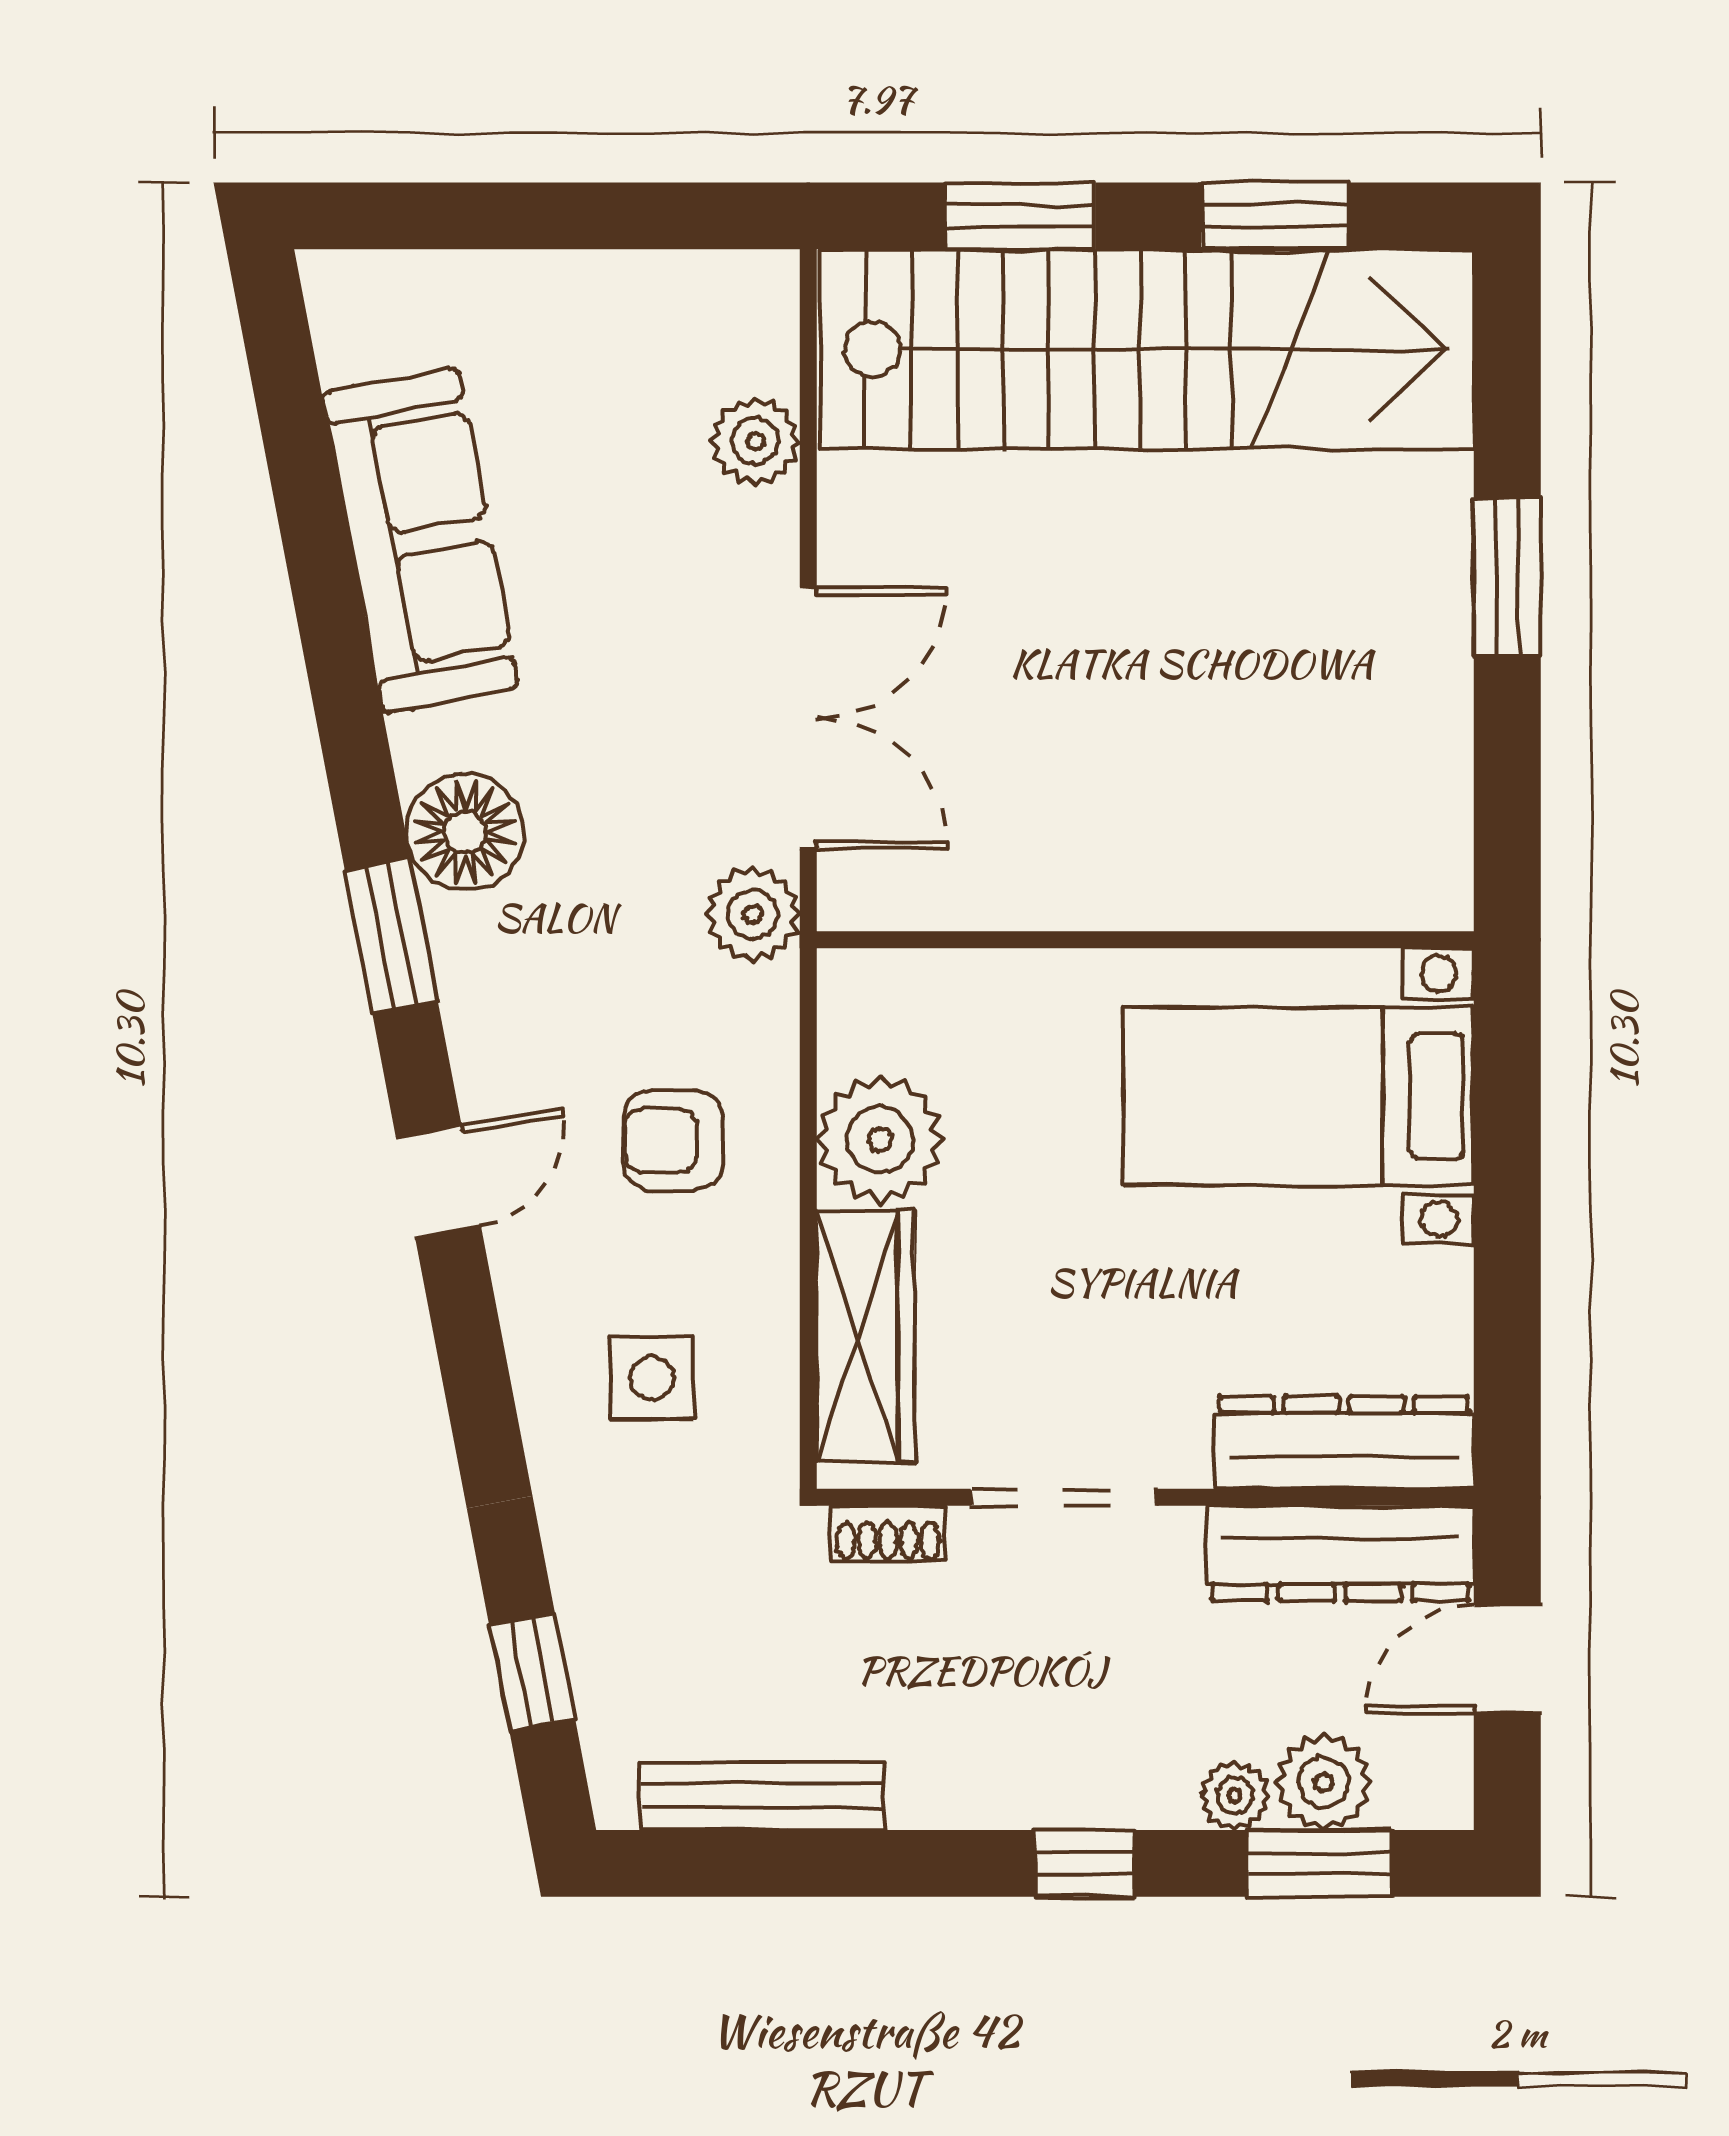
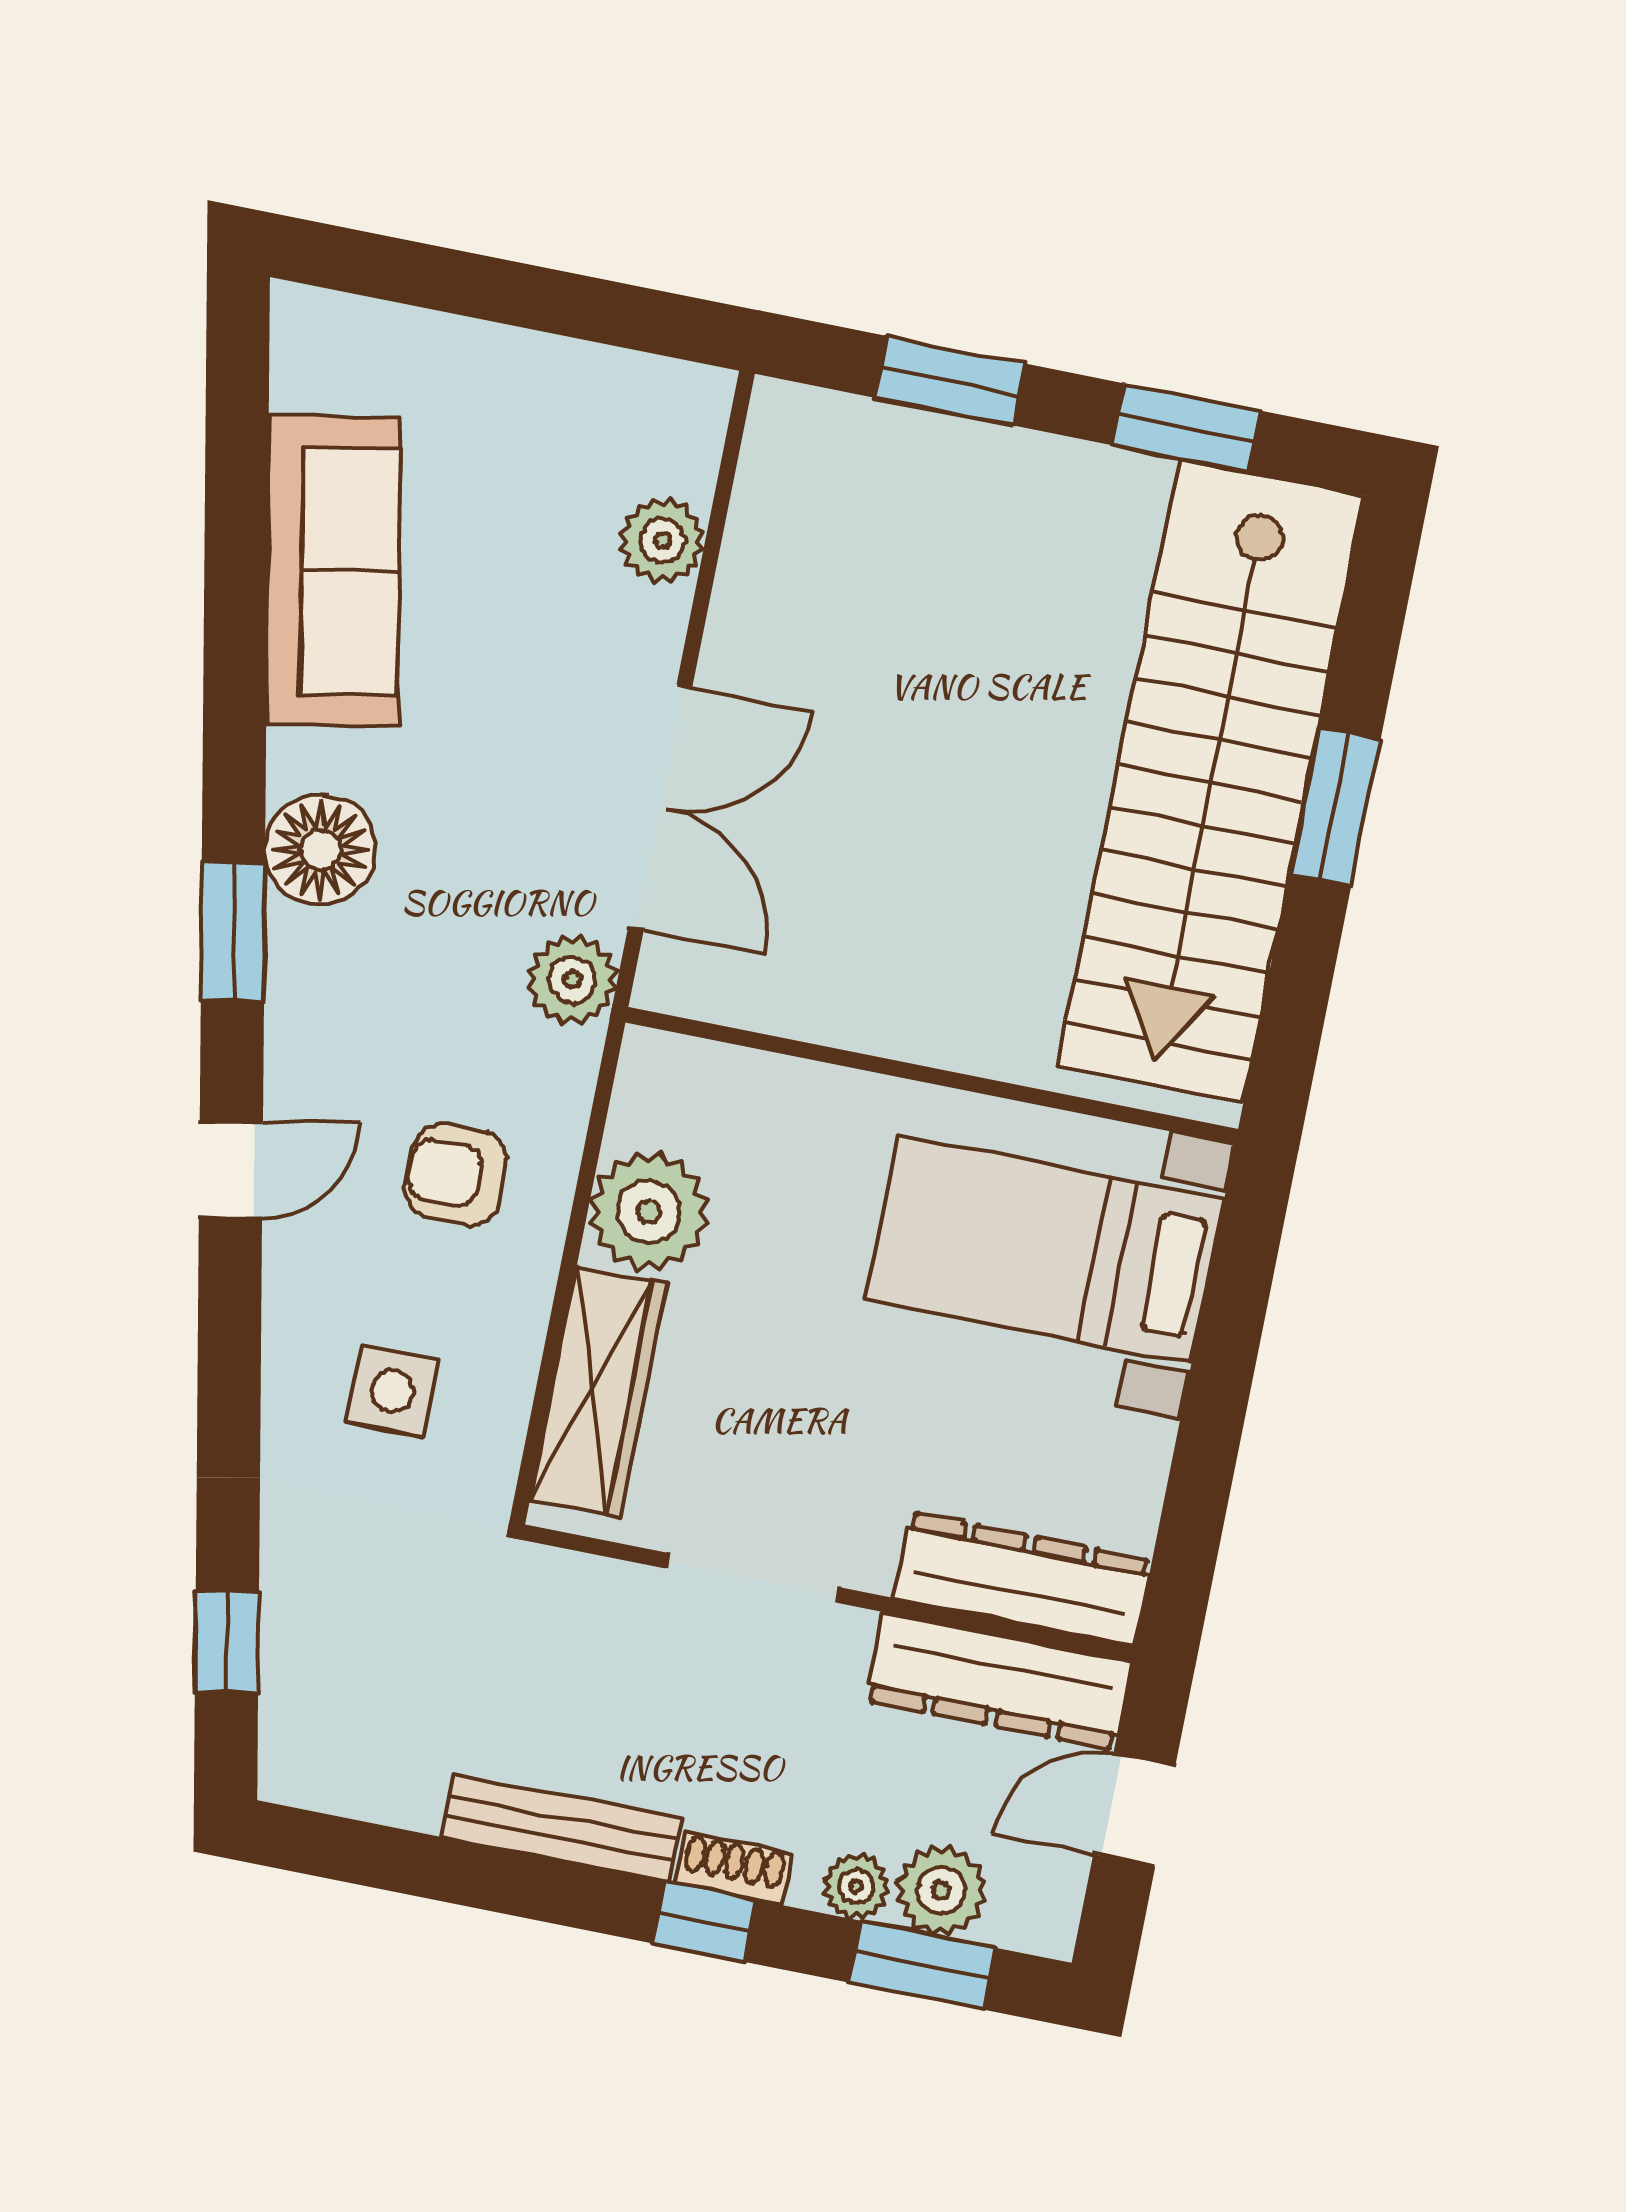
stairs: (1147, 349) -> (1211, 781), moved, turned 90
shoe rack: (888, 1533) -> (733, 1868), moved, turned 180
bench: (762, 1796) -> (562, 1828), moved

